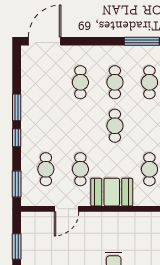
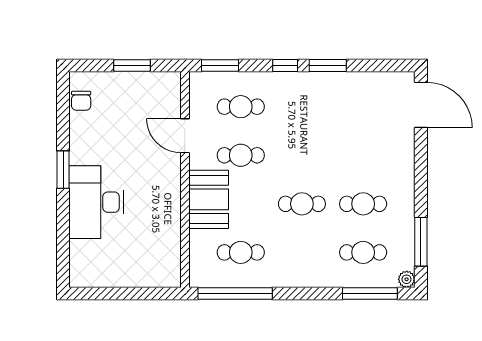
cafe table: (80, 82) -> (363, 155), removed

